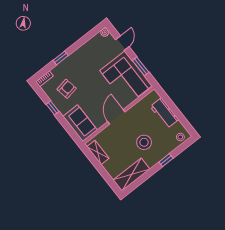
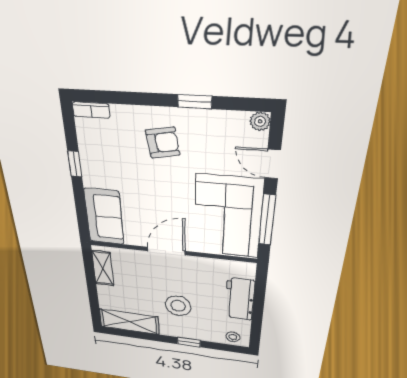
door: (122, 43) -> (273, 164), swing flipped
window: (61, 58) -> (195, 102), moved
window: (141, 66) -> (267, 220), width x1.44
armchair: (67, 89) -> (163, 143), moved

